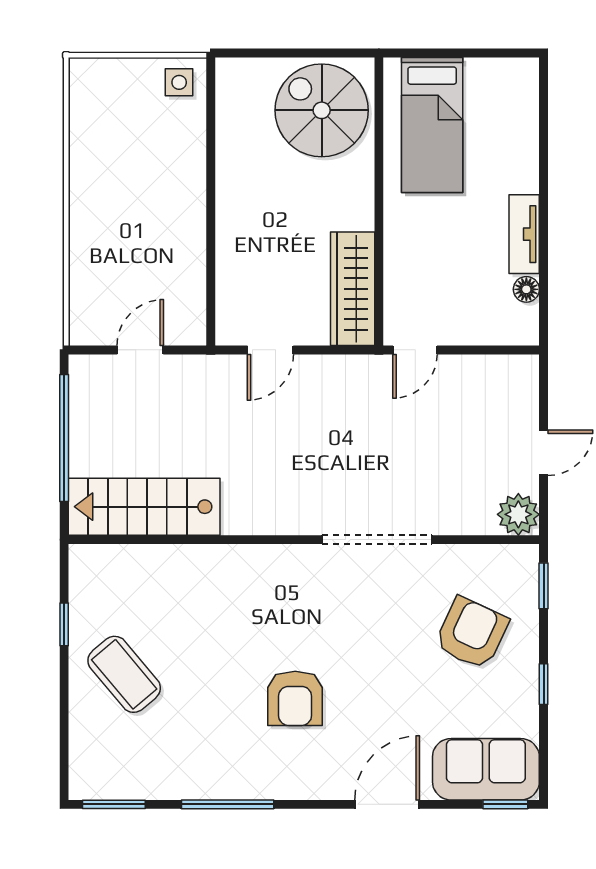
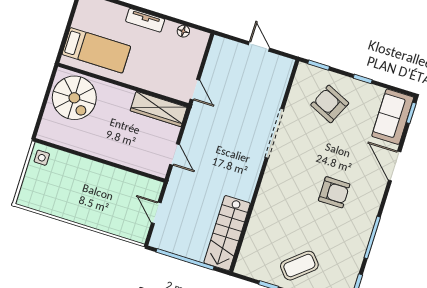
spiral stairs: (322, 110) -> (74, 98), turned -90
tv unit: (524, 234) -> (145, 20), moved
plant: (518, 514) -> (283, 66), removed

